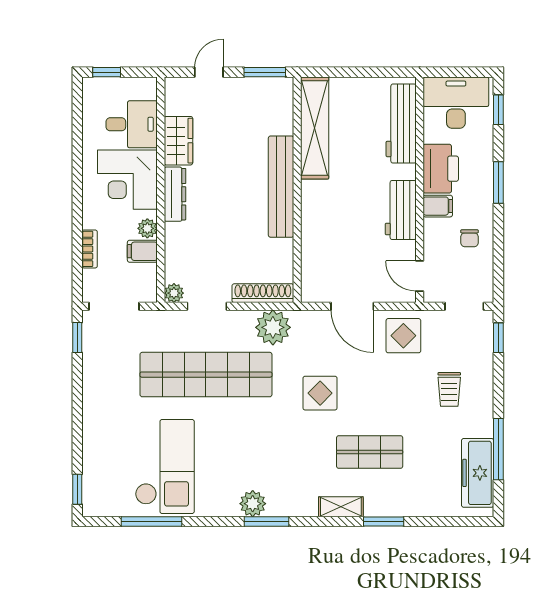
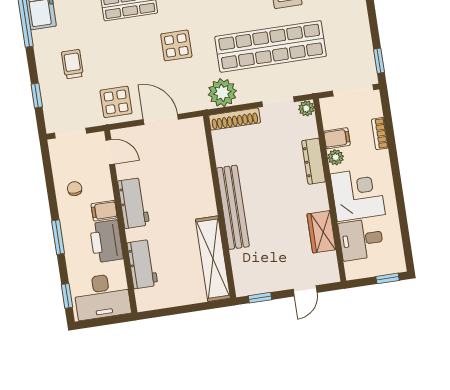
window: (265, 72) -> (260, 298), width x0.67
workbench: (401, 124) -> (142, 264), width x0.73
dresser: (175, 194) -> (314, 161), moved
window: (498, 338) -> (37, 96), moved

